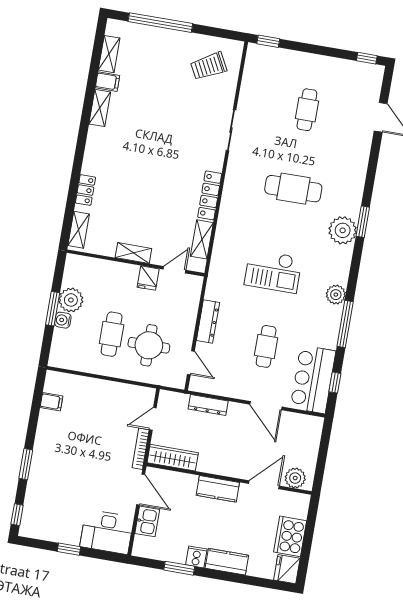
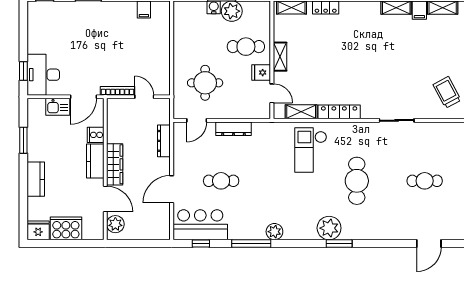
checkout: (273, 271) -> (311, 150), moved
cafe table: (112, 334) -> (246, 47), moved
wardrobe: (173, 458) -> (115, 164), moved
window: (69, 549) -> (23, 71), moved
cooker: (196, 557) -> (96, 135), moved, turned 180

